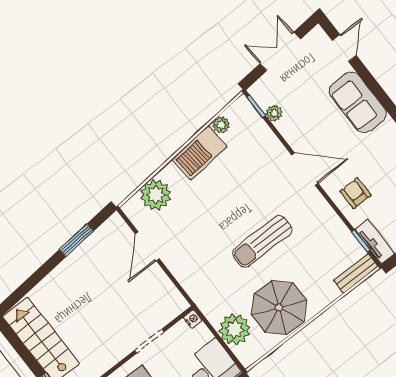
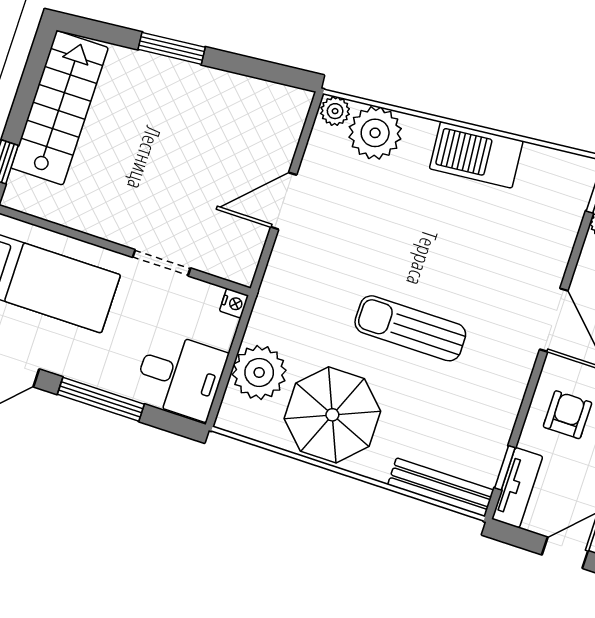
plant: (221, 125) -> (335, 111), moved
window: (77, 240) -> (172, 48), moved
door: (147, 246) -> (284, 201), moved
bench: (356, 273) -> (441, 487), width x1.36

